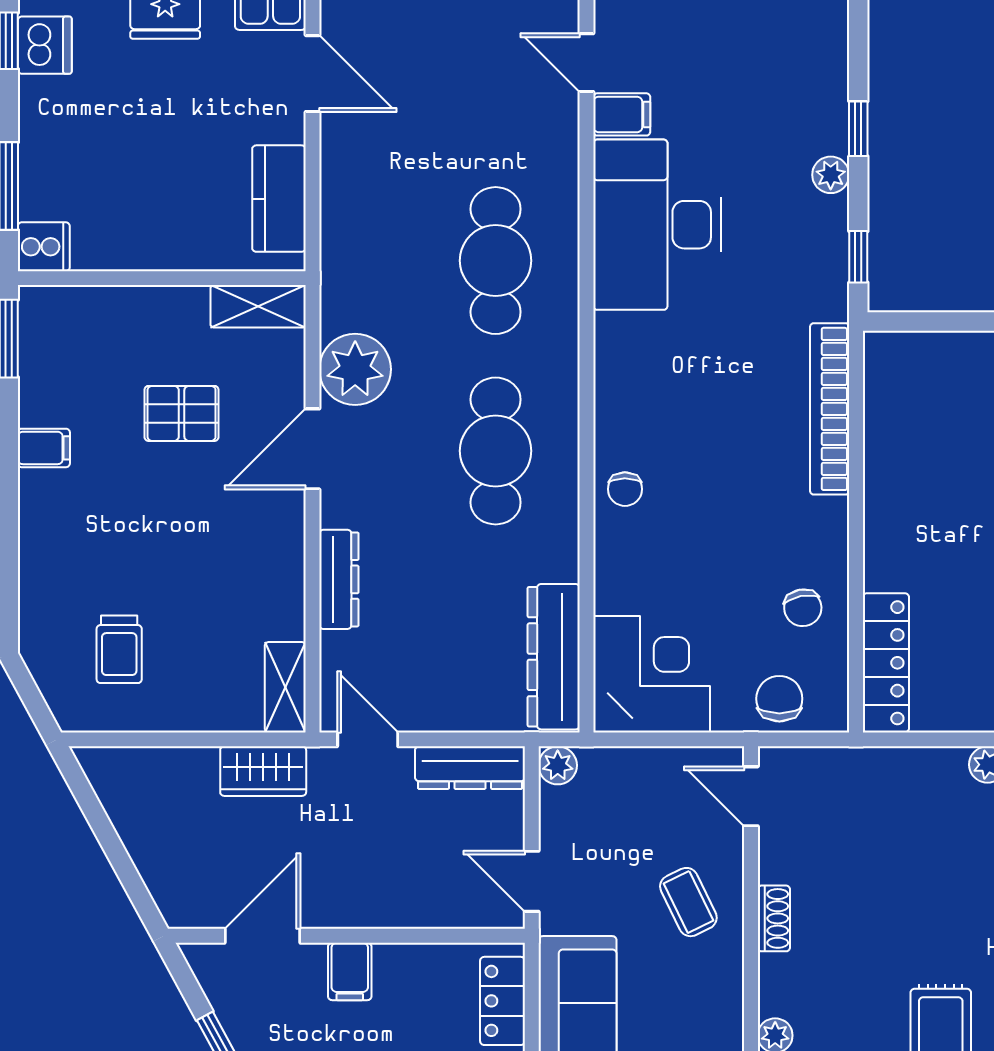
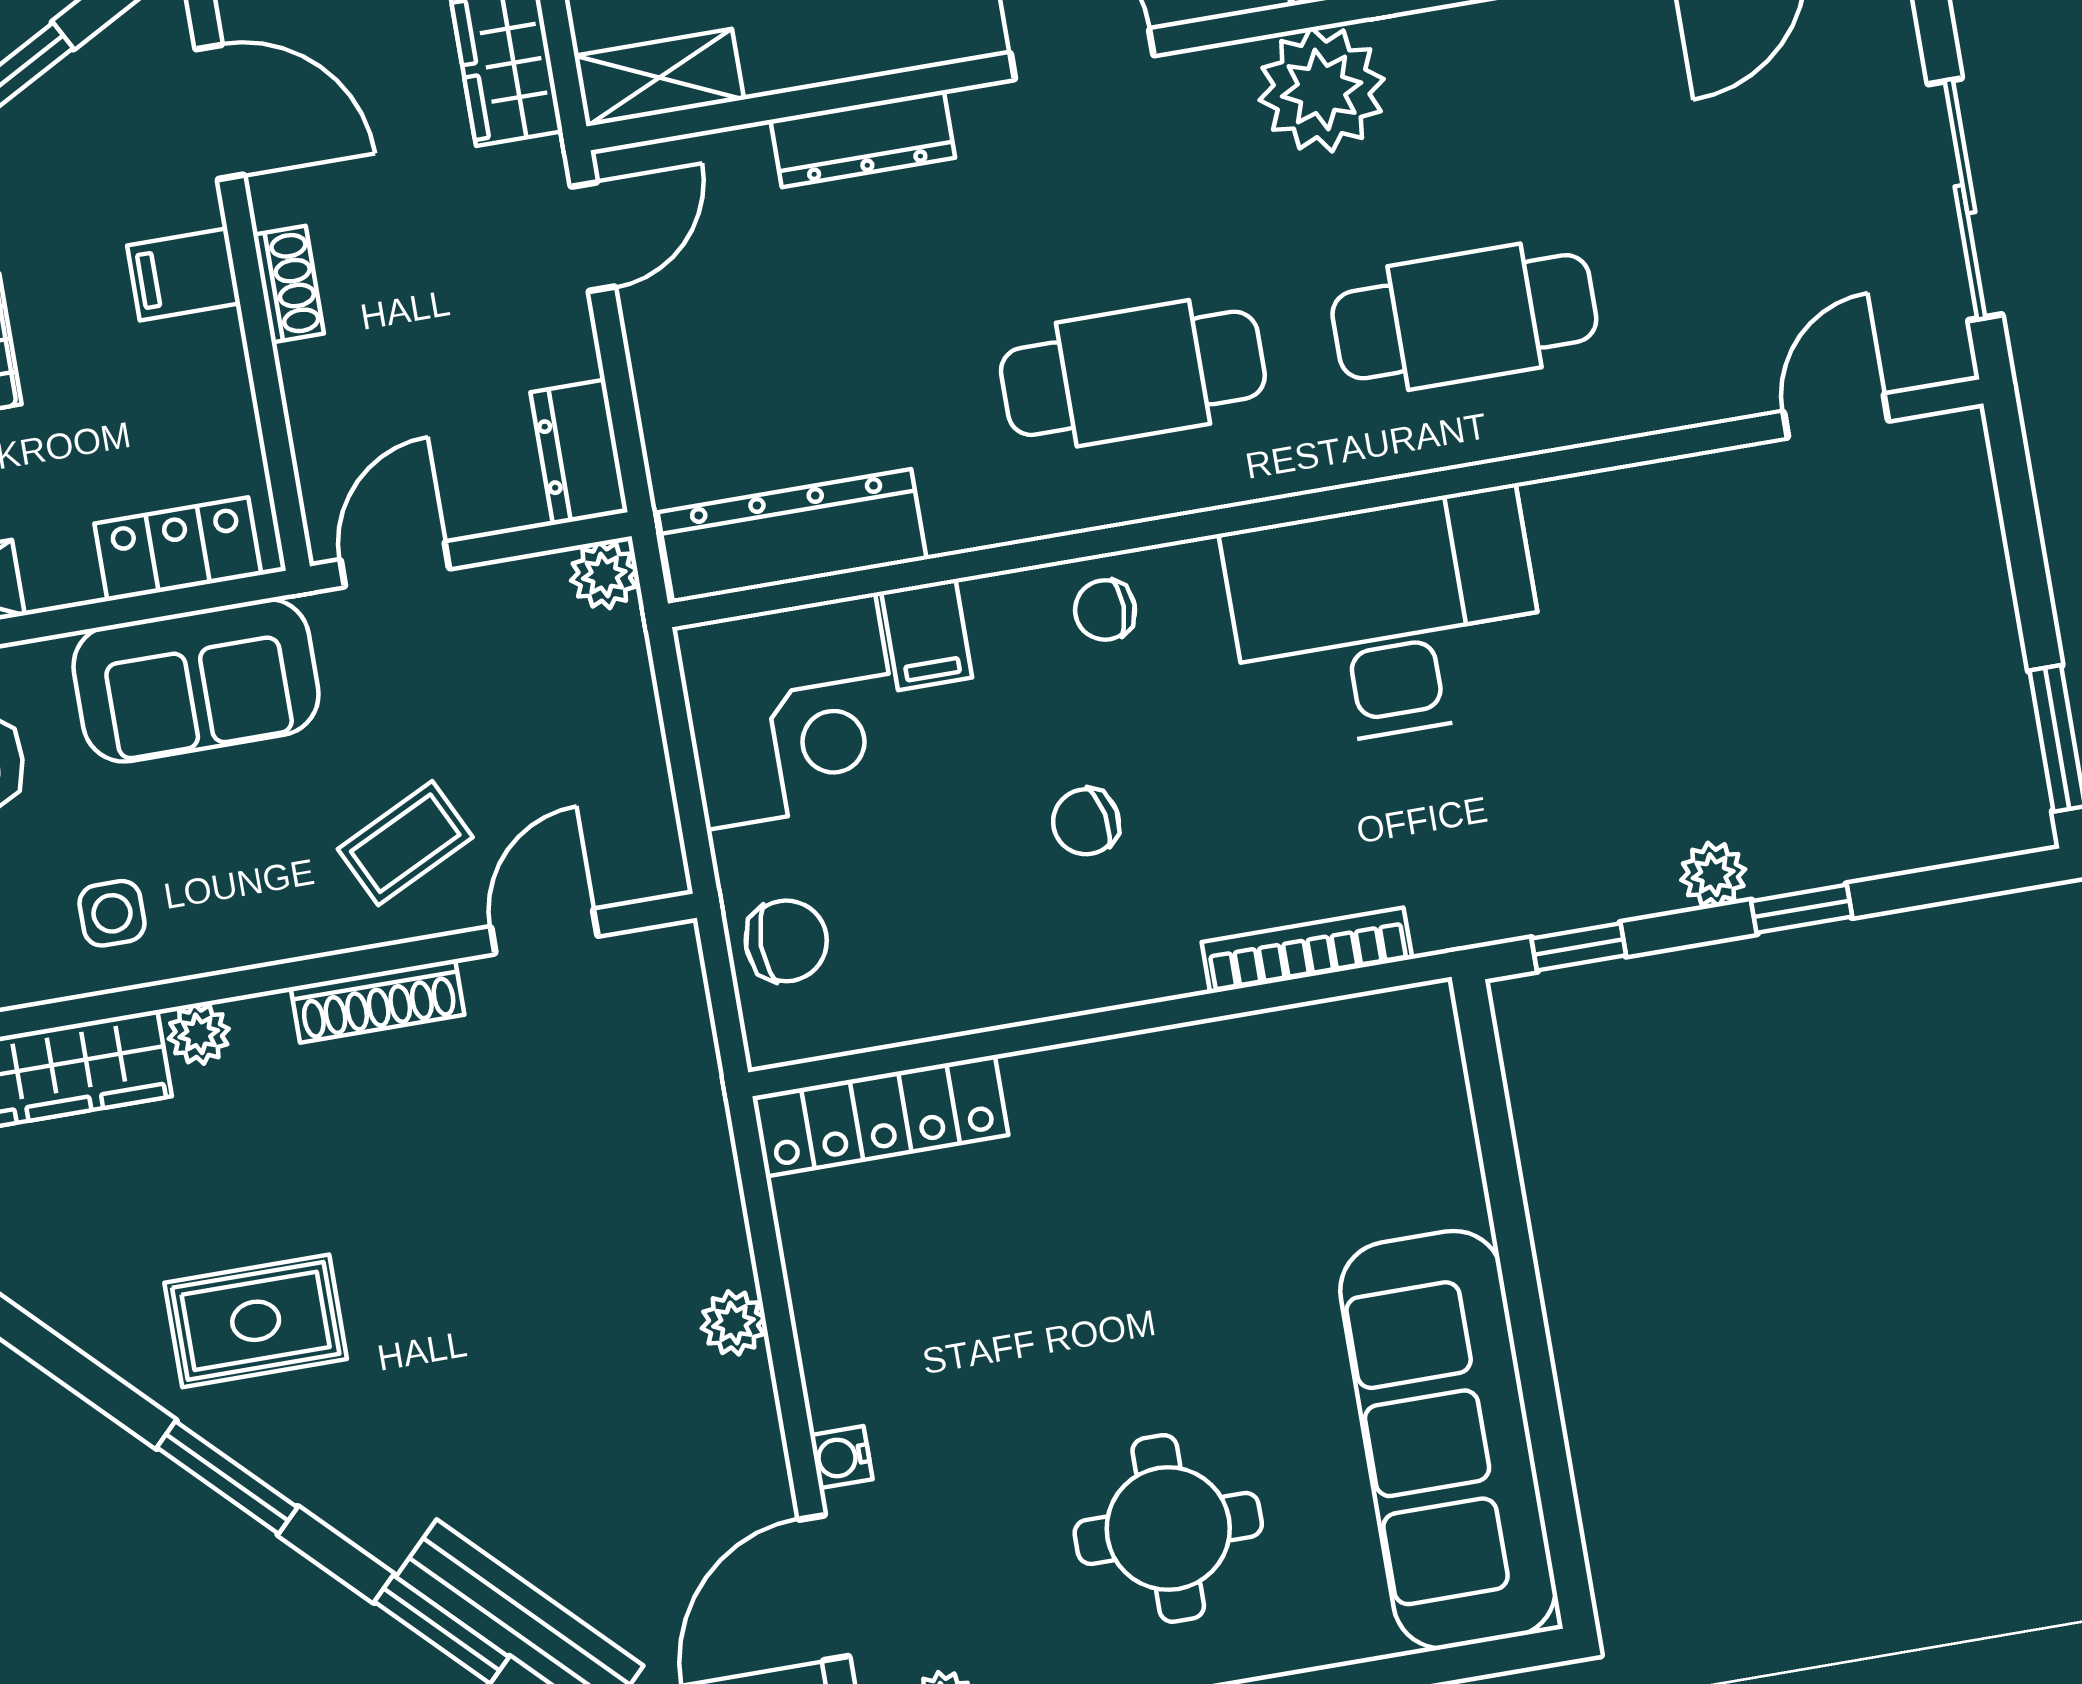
filing cabinet: (622, 114) -> (927, 635), moved
desk: (657, 225) -> (1386, 620), moved
plant: (355, 369) -> (1322, 89), moved
bookcase: (830, 409) -> (1307, 950), width x0.68, depth x0.76
chair: (803, 608) -> (1086, 822), moved
dresser: (470, 768) -> (579, 452), width x0.70
door: (751, 796) -> (544, 931), moved
shoe rack: (365, 914) -> (289, 284), added
shoe rack: (774, 918) -> (378, 1001), width x1.43

